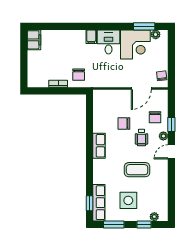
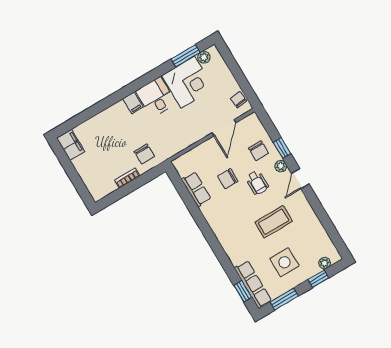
row of seats: (99, 146) -> (196, 189), moved

